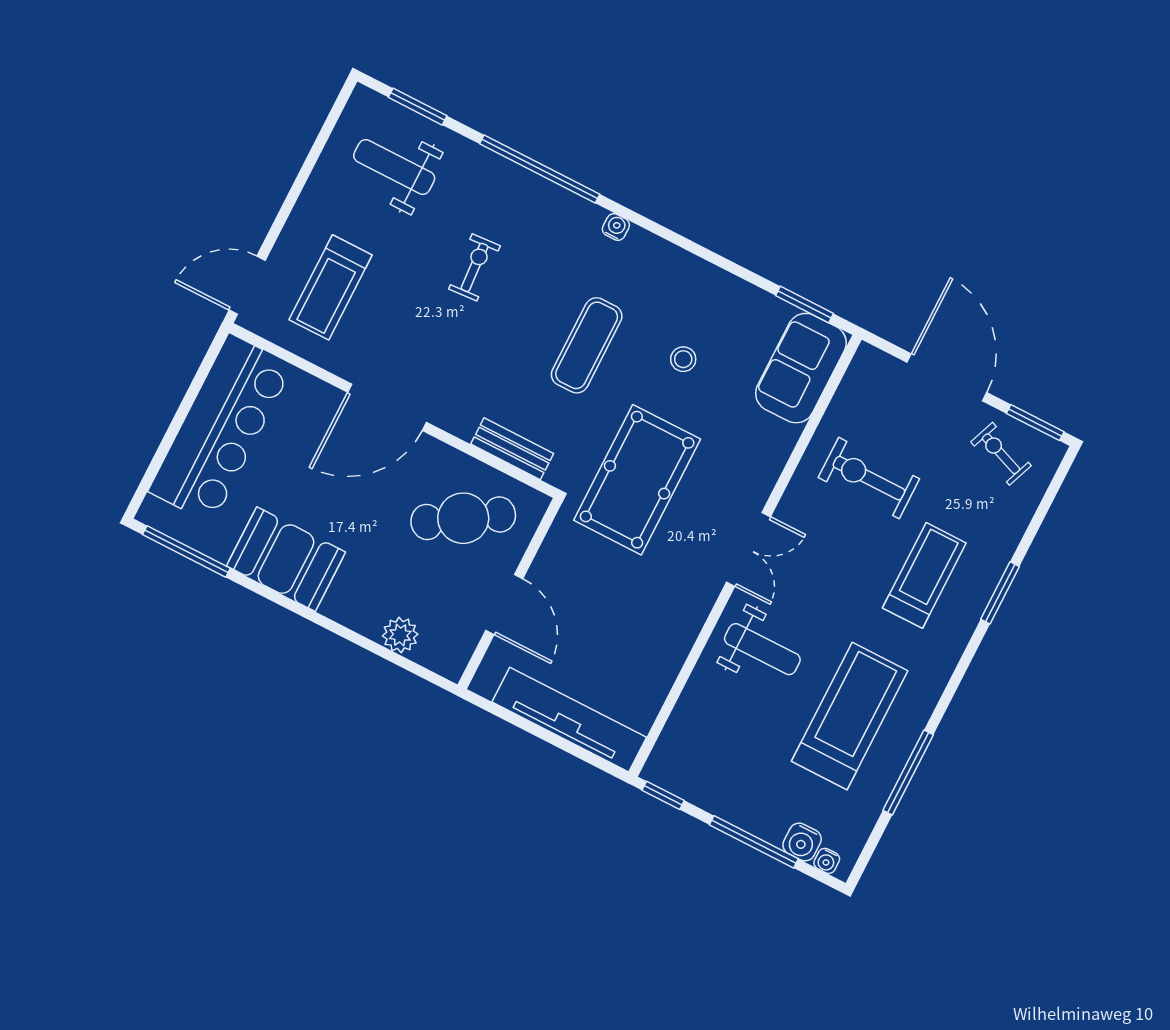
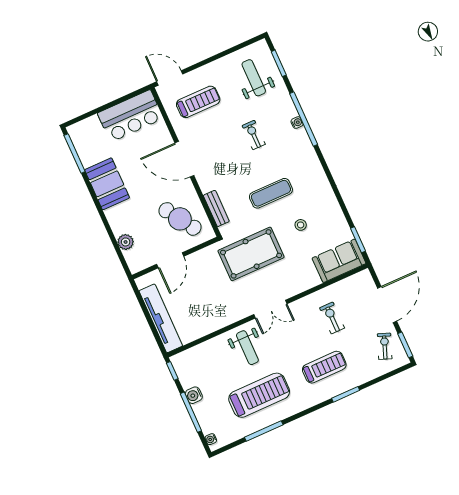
water cooler: (616, 227) -> (297, 123), moved
exercise bike: (475, 267) -> (254, 135), turned -86
treadmill: (331, 287) -> (198, 102), turned 180
bar counter: (221, 428) -> (130, 116), width x0.73
exercise bike: (869, 478) -> (332, 318), width x0.73, depth x0.72
water cooler: (802, 842) -> (194, 395), moved

